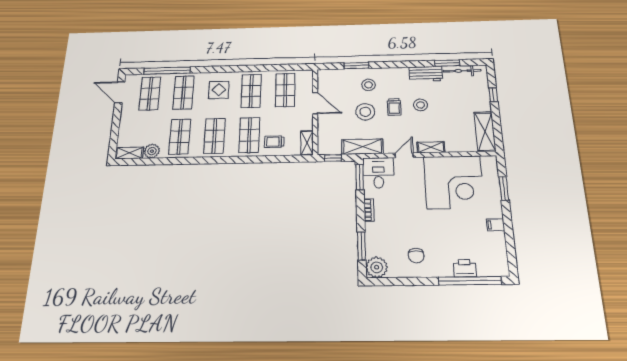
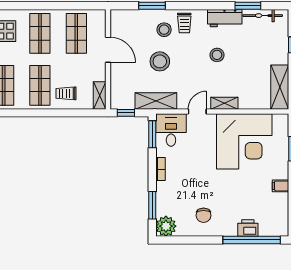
trolley: (394, 107) -> (184, 23), moved

